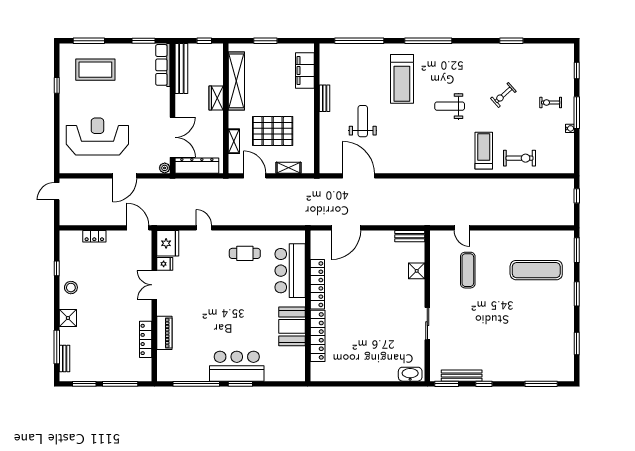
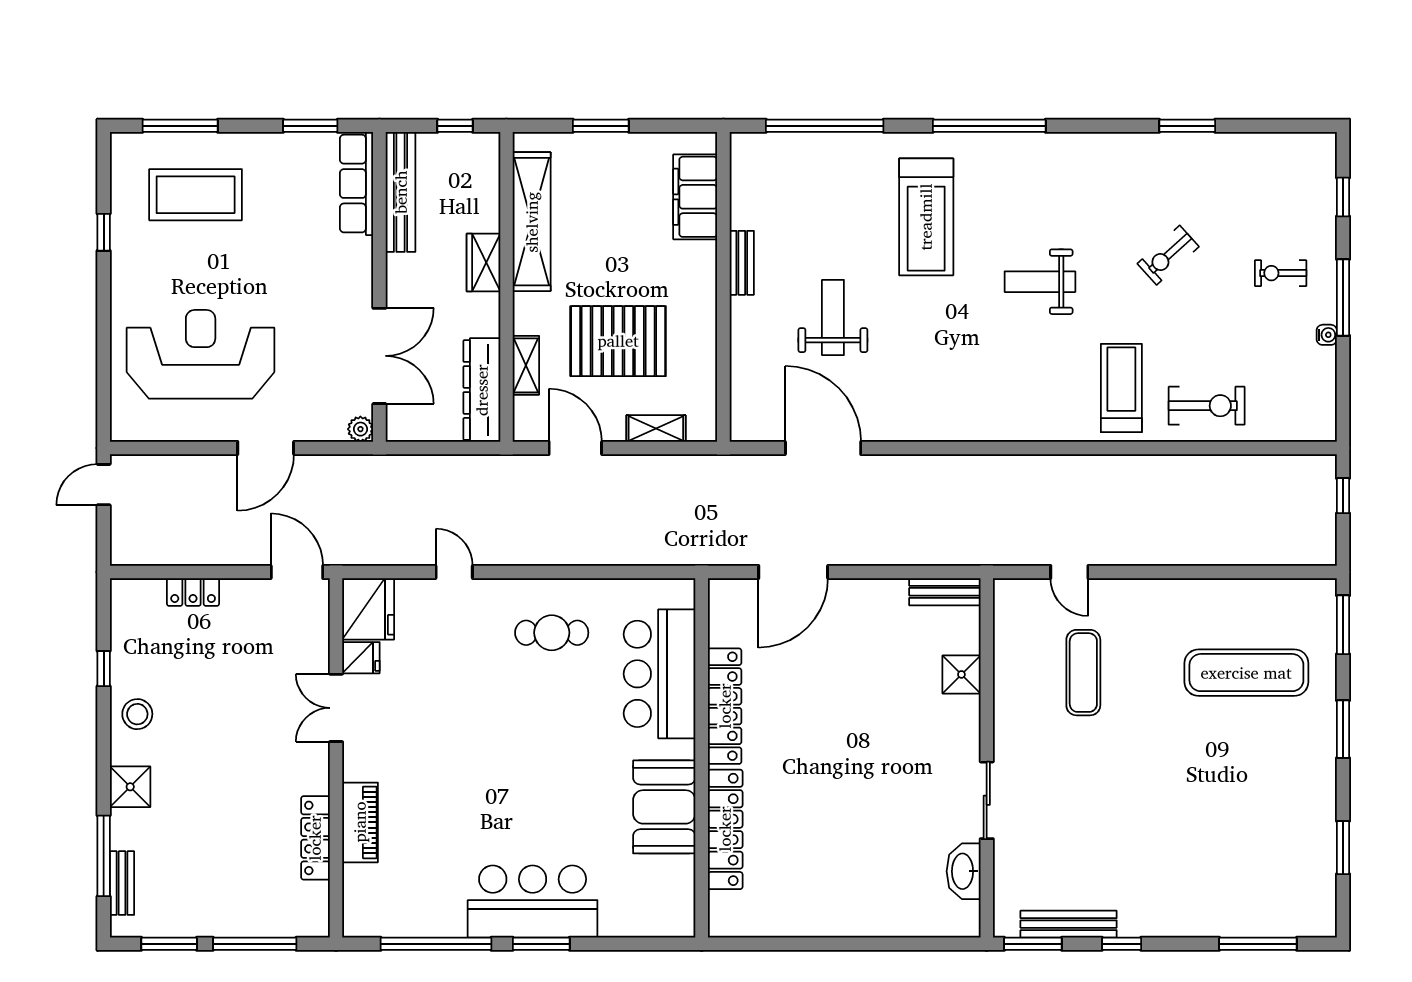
dresser: (197, 166) -> (482, 390), moved, turned -90
washbasin: (410, 374) -> (964, 871), moved, turned -90

